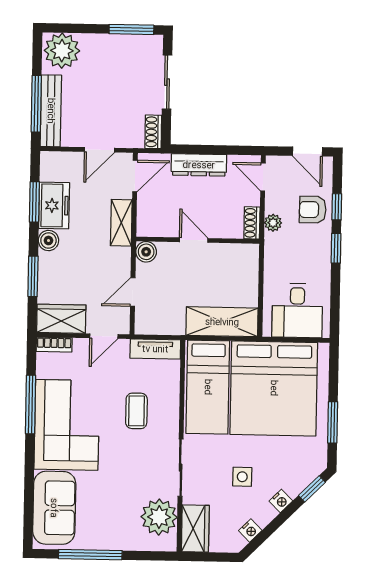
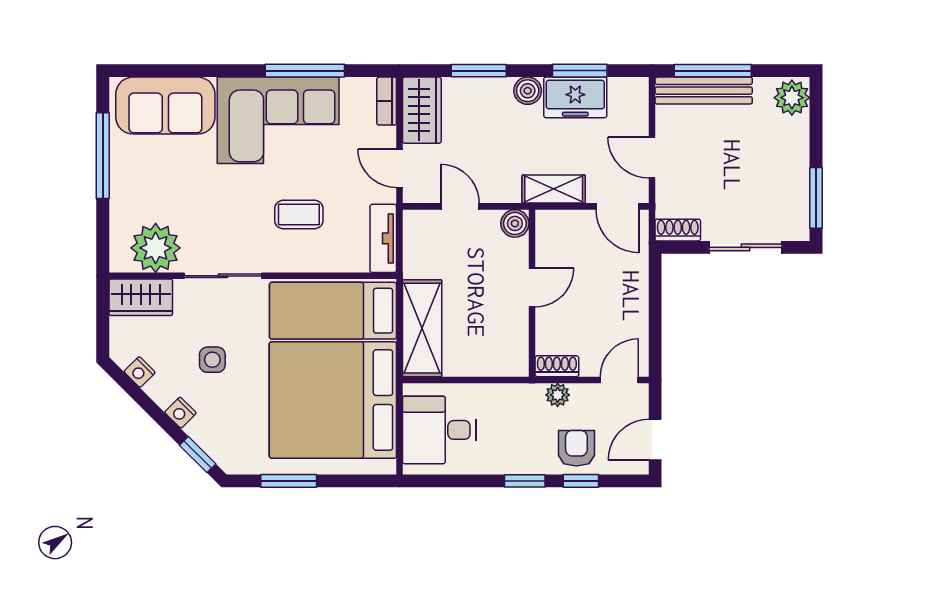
plant: (62, 51) -> (792, 98), width x0.73, depth x0.73
dresser: (199, 165) -> (634, 293), removed

